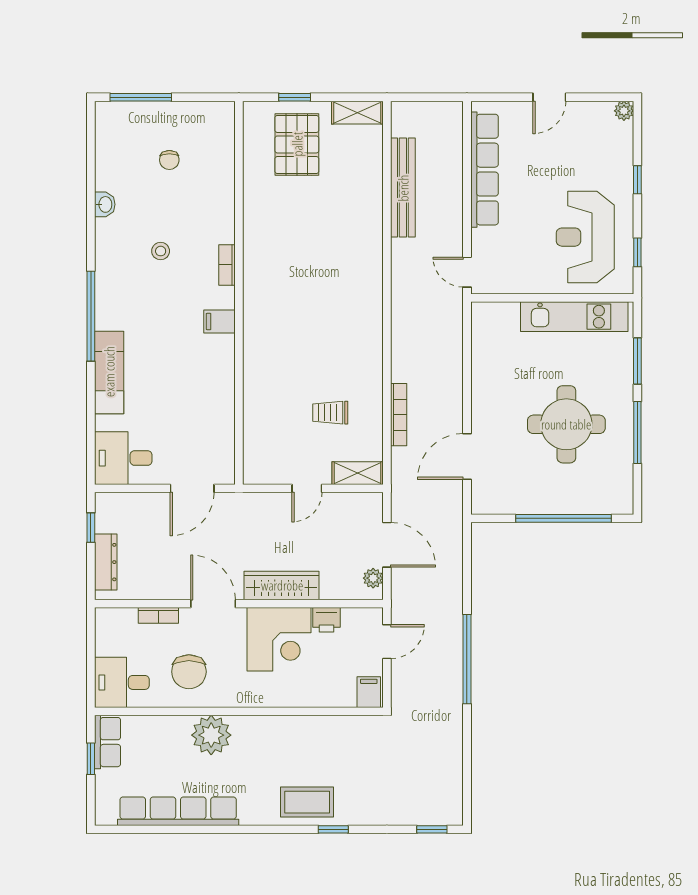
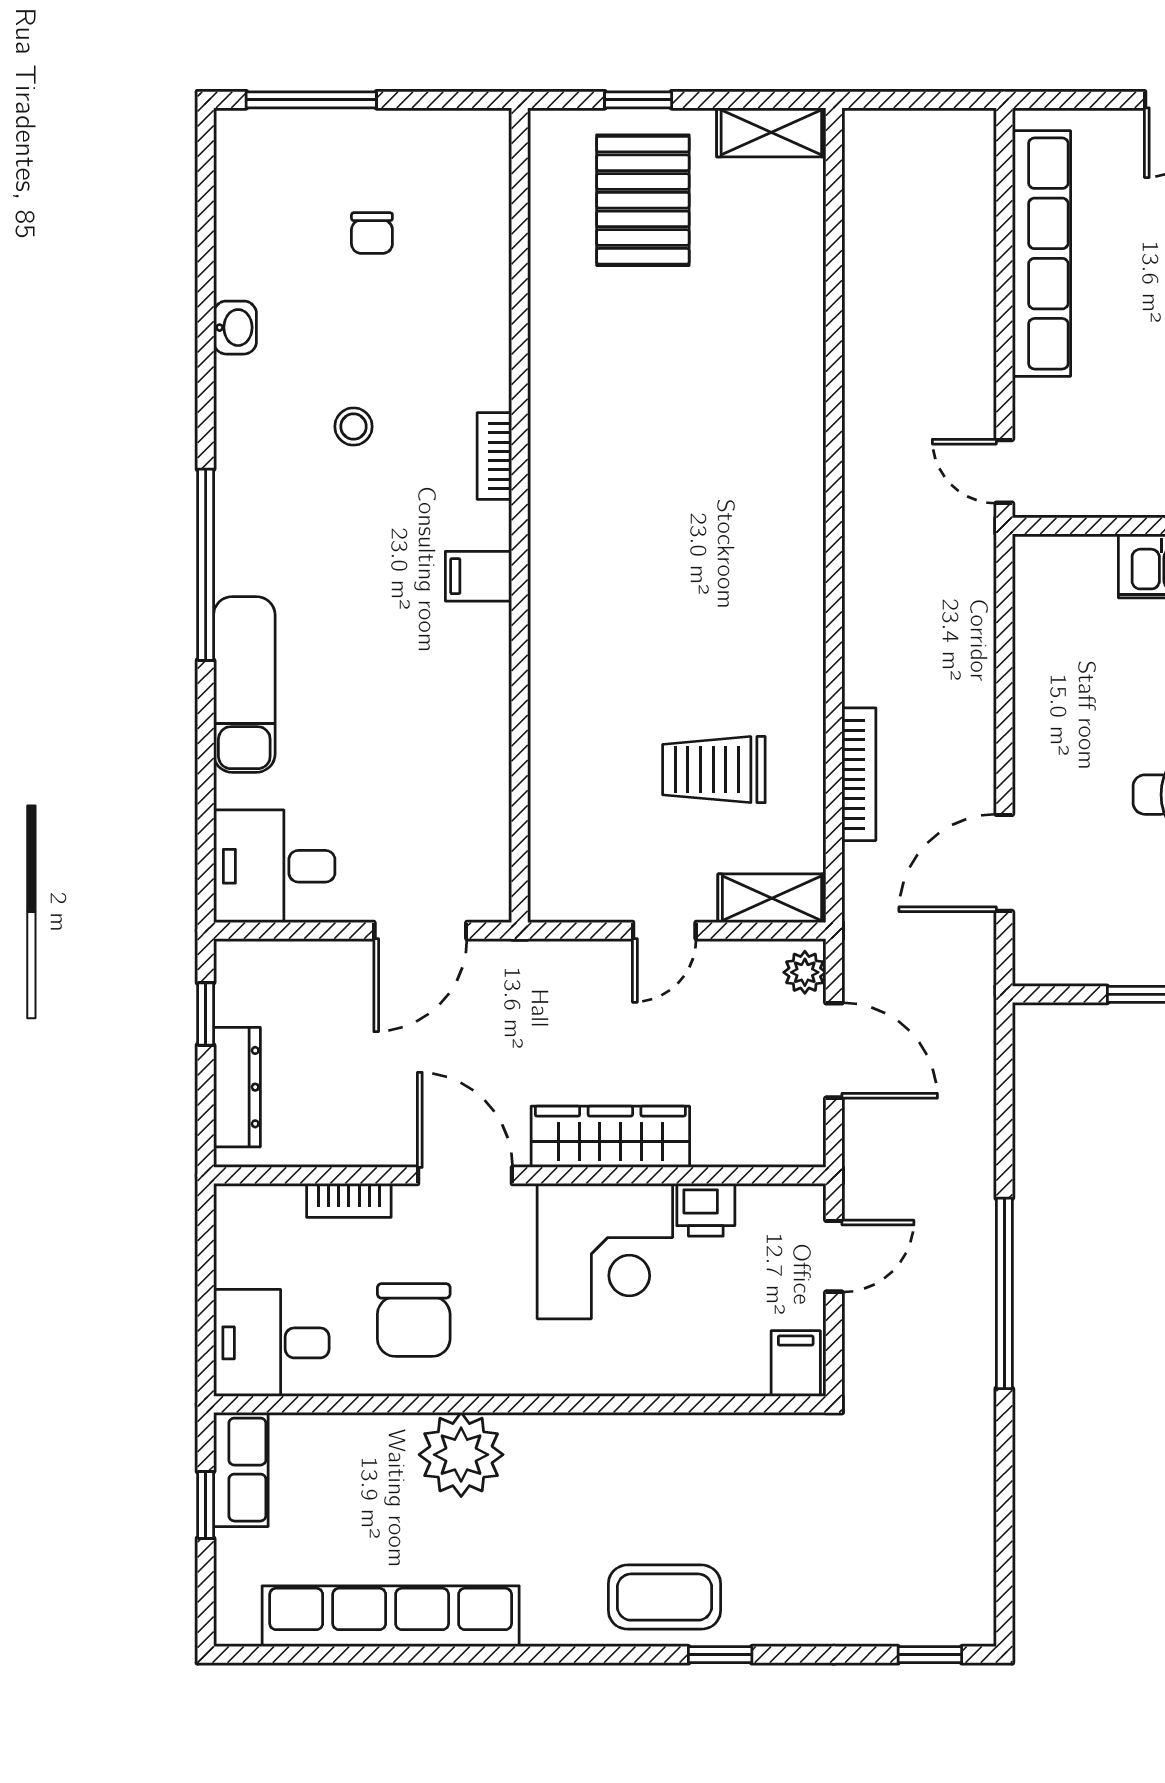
bench: (403, 188) -> (868, 292), removed
trolley: (330, 413) -> (714, 770), width x1.36, depth x1.39
plant: (373, 578) -> (805, 972), moved

